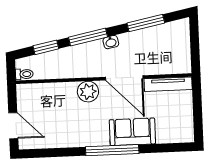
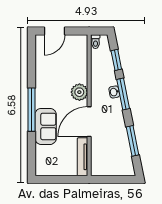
washbasin: (111, 42) -> (114, 92), moved

